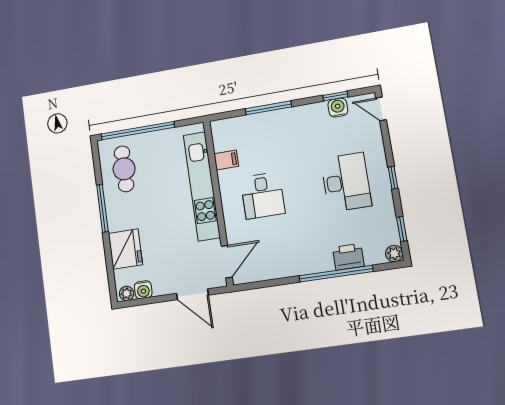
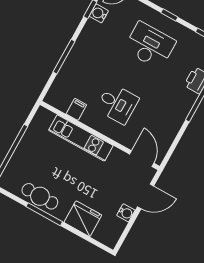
cafe table: (124, 169) -> (40, 196), moved
kitchen unit: (202, 186) -> (81, 138), width x0.73
water cooler: (143, 290) -> (126, 213), moved
plant: (127, 293) -> (112, 239), removed

